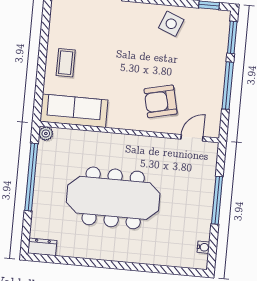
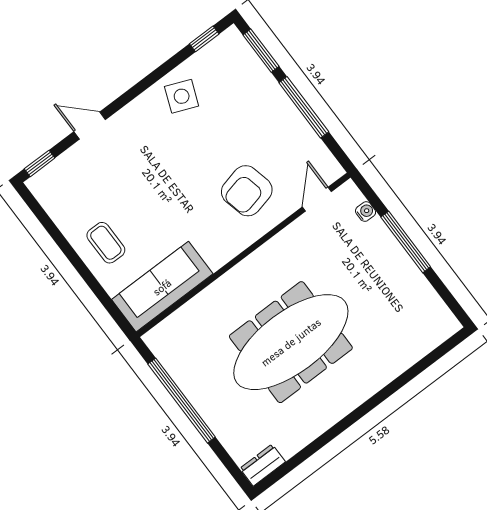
plant: (46, 134) -> (154, 339), removed
water cooler: (203, 247) -> (366, 212), moved

